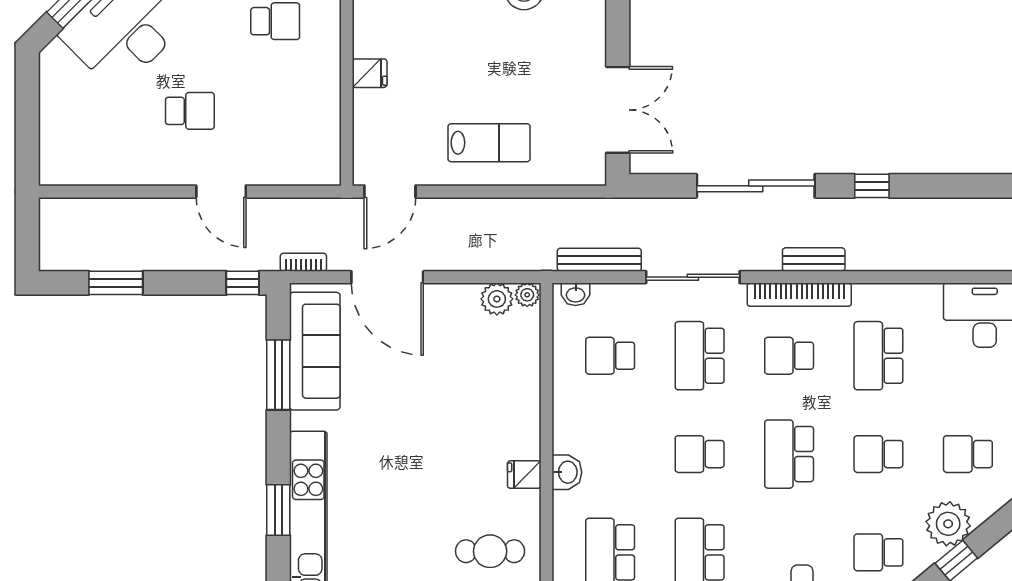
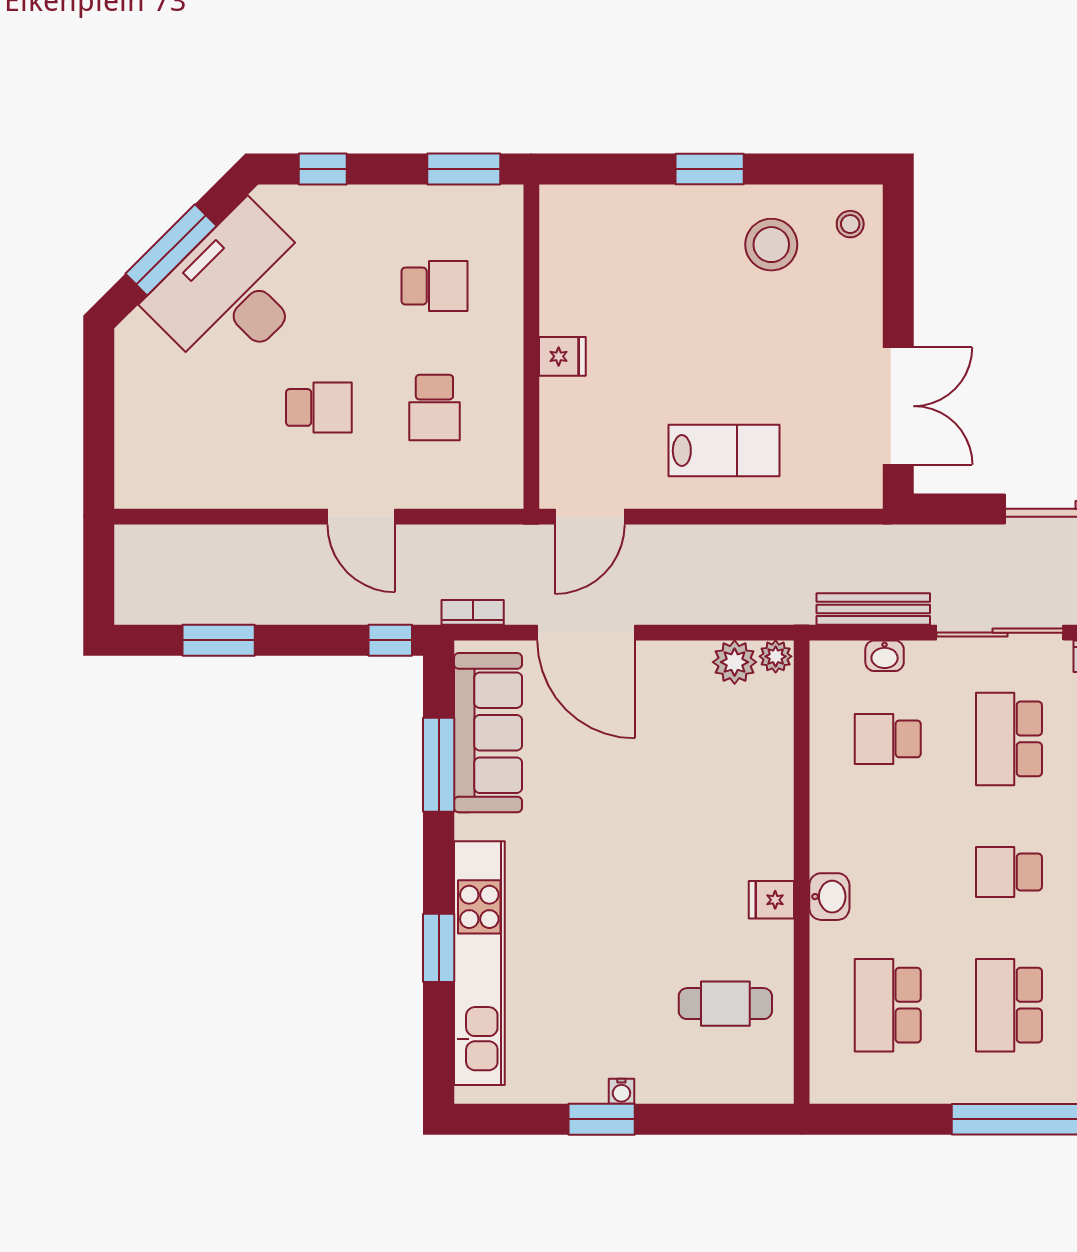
school desk: (275, 111) -> (434, 407), added
washbasin: (576, 294) -> (885, 656), moved

